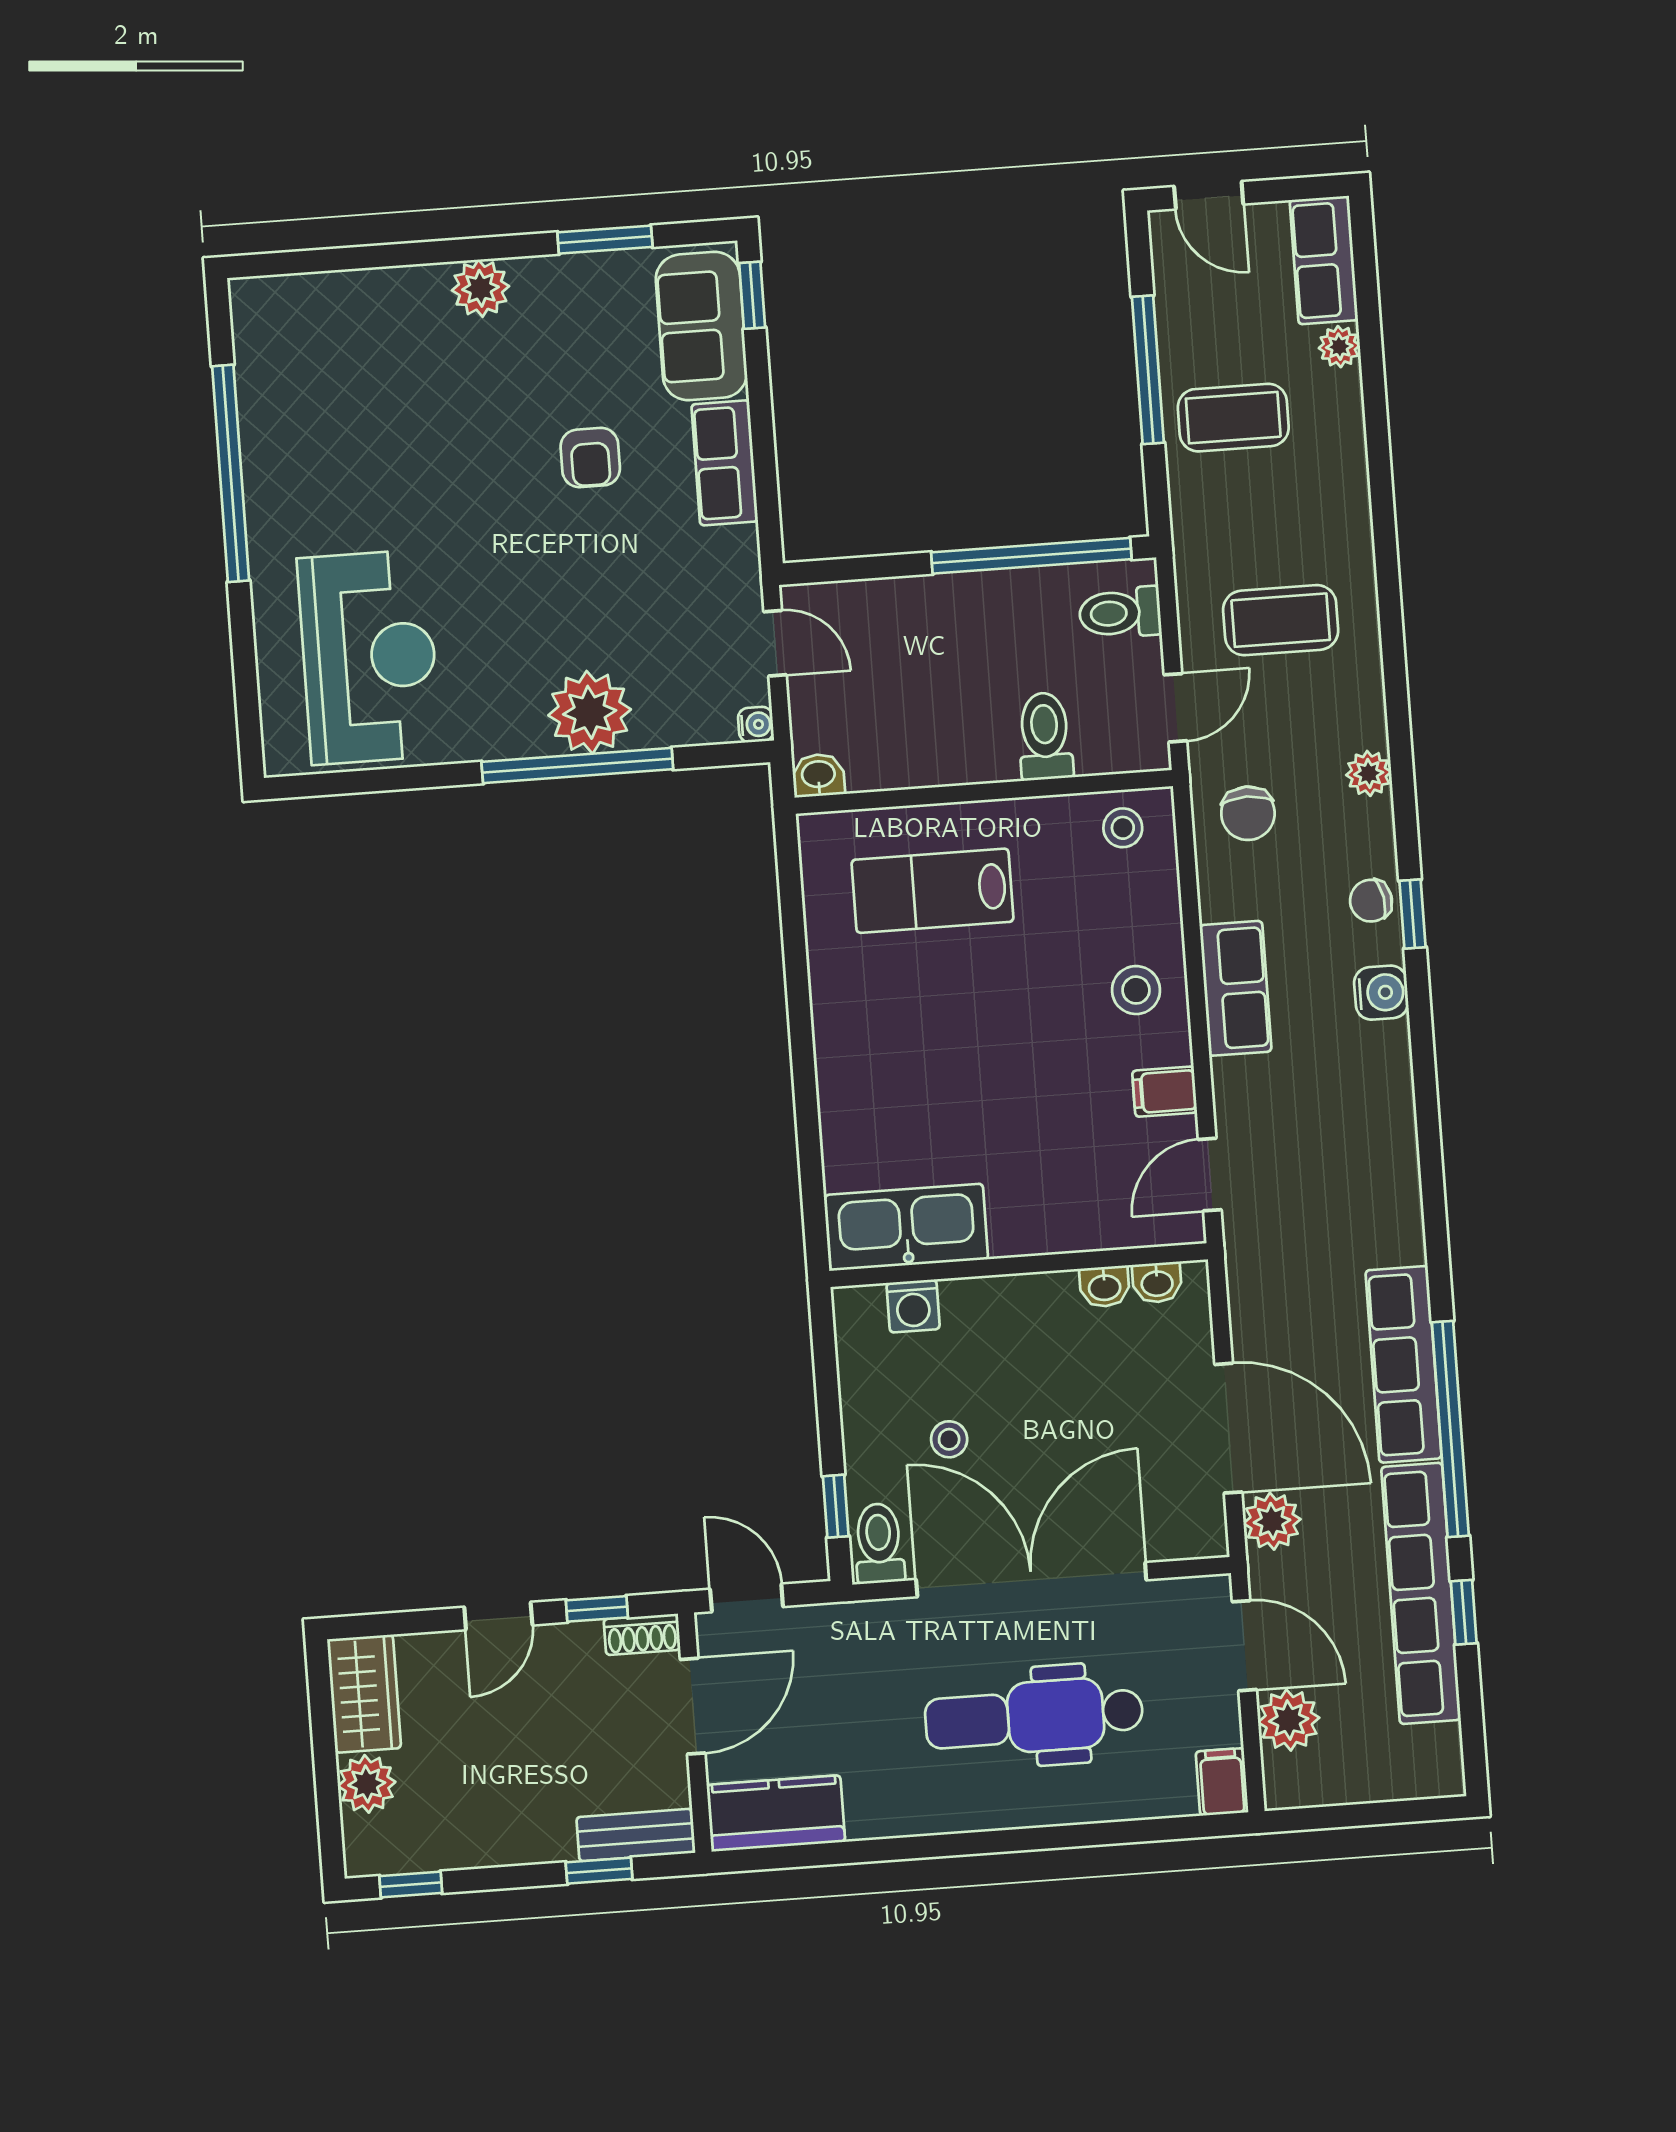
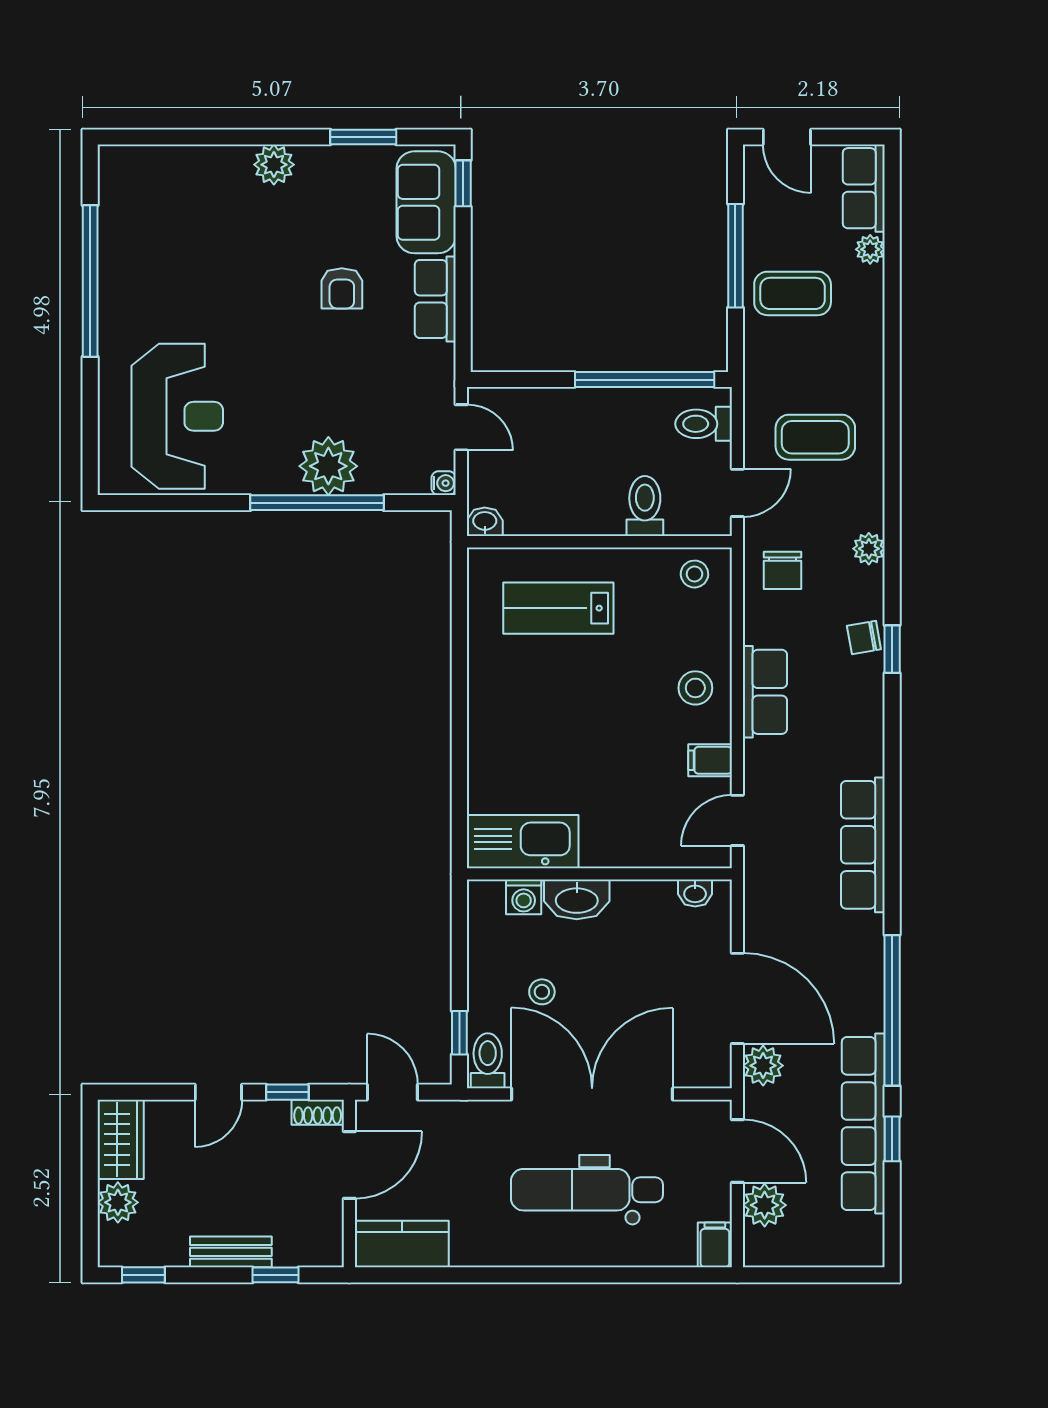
water cooler: (1381, 993) -> (866, 702), removed
washbasin: (1105, 1287) -> (577, 899), moved, width x1.91, depth x1.45
row of seats: (1404, 1364) -> (863, 845), moved
bench: (636, 1835) -> (231, 1252), moved

